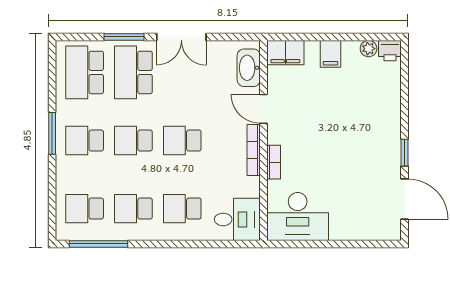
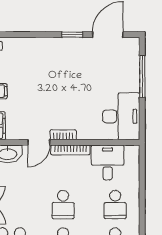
bookcase: (274, 162) -> (63, 135), moved
desk: (237, 219) -> (108, 162), moved
window: (350, 244) -> (142, 77), added

